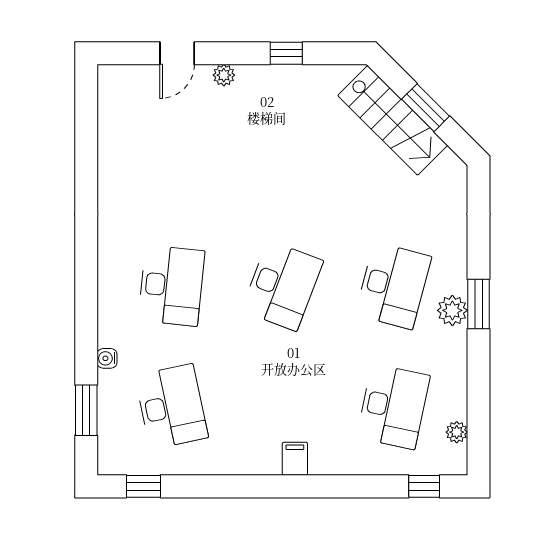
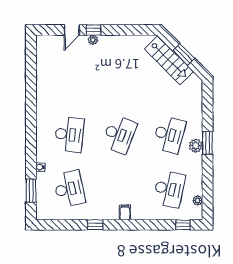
window: (286, 53) -> (94, 30), moved
window: (143, 486) -> (95, 225), moved

